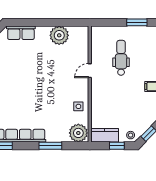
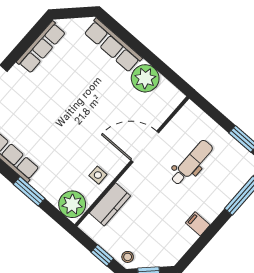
row of seats: (21, 33) -> (113, 45), width x1.48
door: (90, 71) -> (145, 147), width x1.88
kitchen counter: (105, 135) -> (110, 204), moved, turned 90

